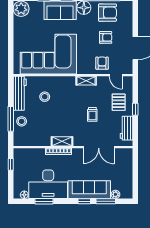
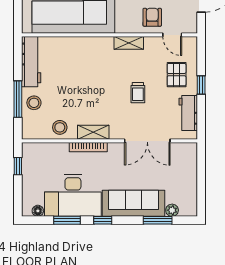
stool: (45, 97) -> (60, 127), moved
window: (84, 201) -> (103, 220), moved

